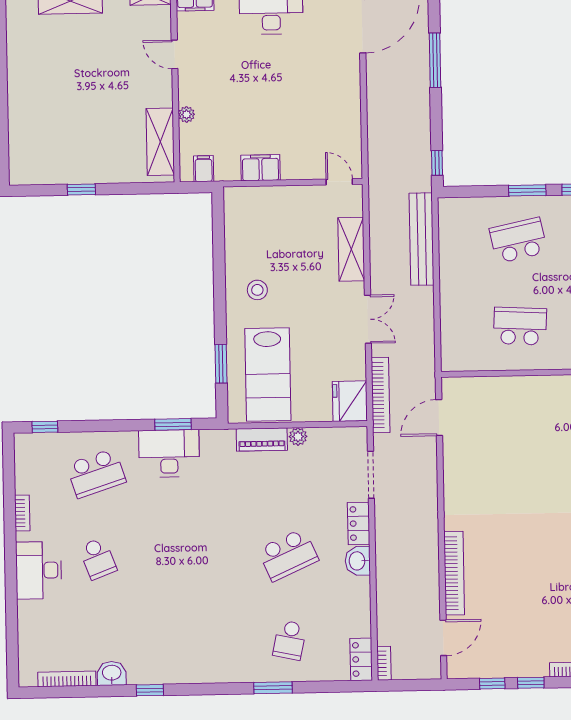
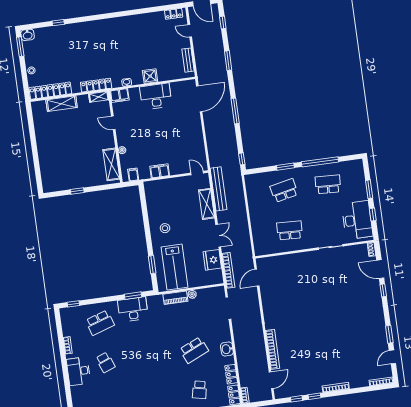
bench: (422, 239) -> (218, 189), moved
fridge: (350, 401) -> (212, 260), moved
locker: (359, 523) -> (231, 374), moved

